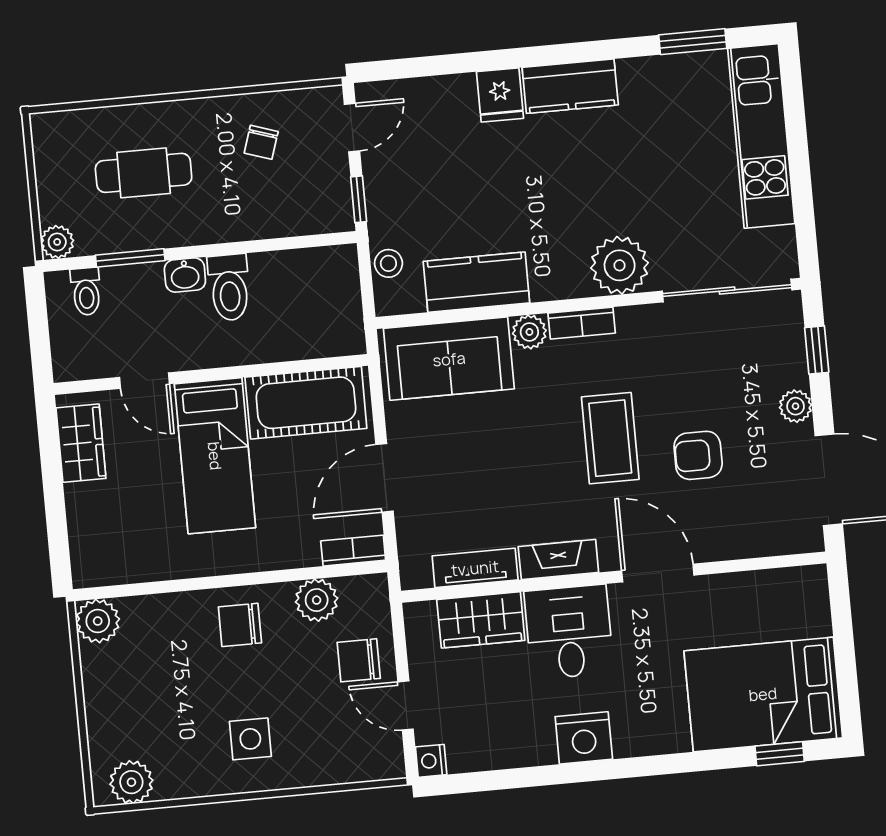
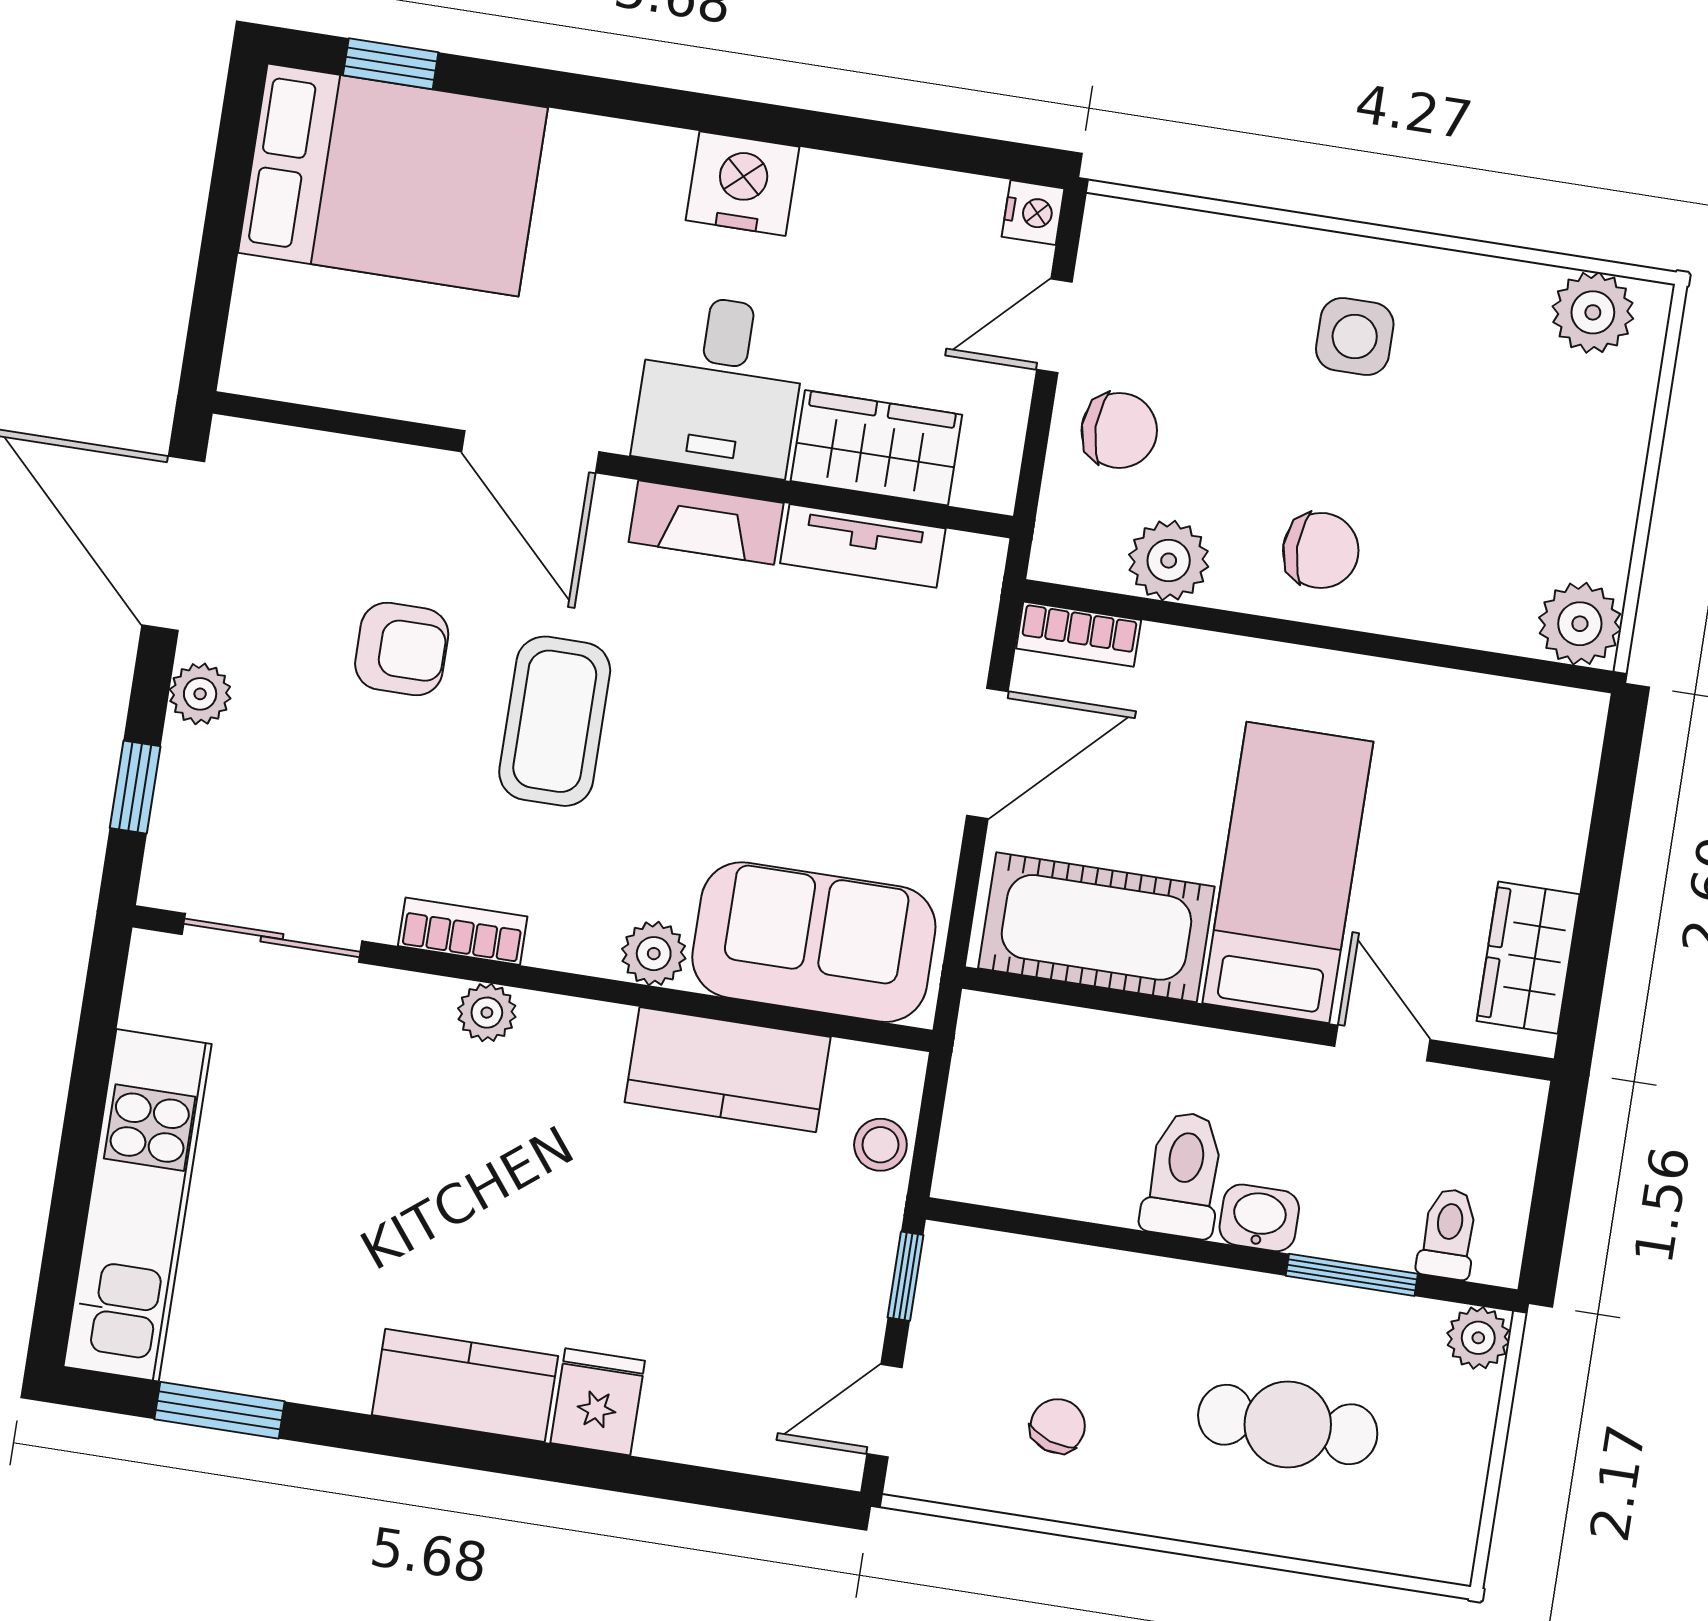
plant: (620, 265) -> (487, 1013), width x0.53, depth x0.53
sliding door: (727, 291) -> (272, 938), width x0.73
bookcase: (582, 323) -> (463, 931), moved
door: (406, 705) -> (1054, 326), swing flipped

